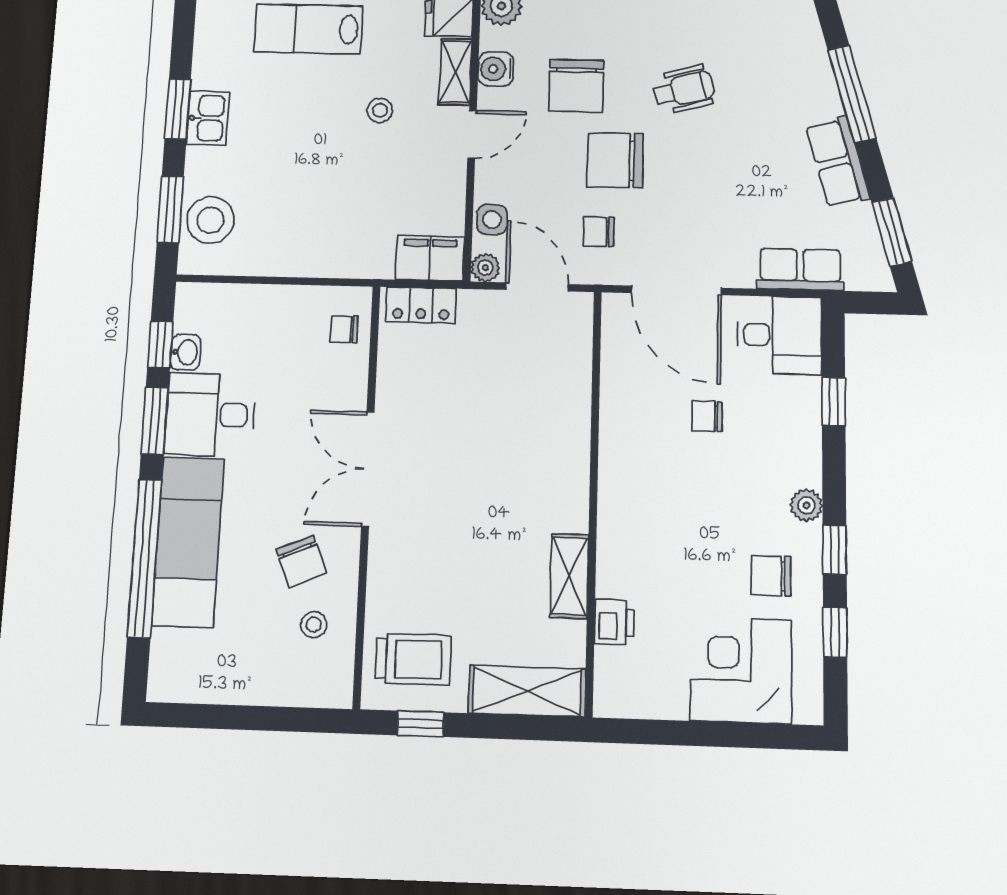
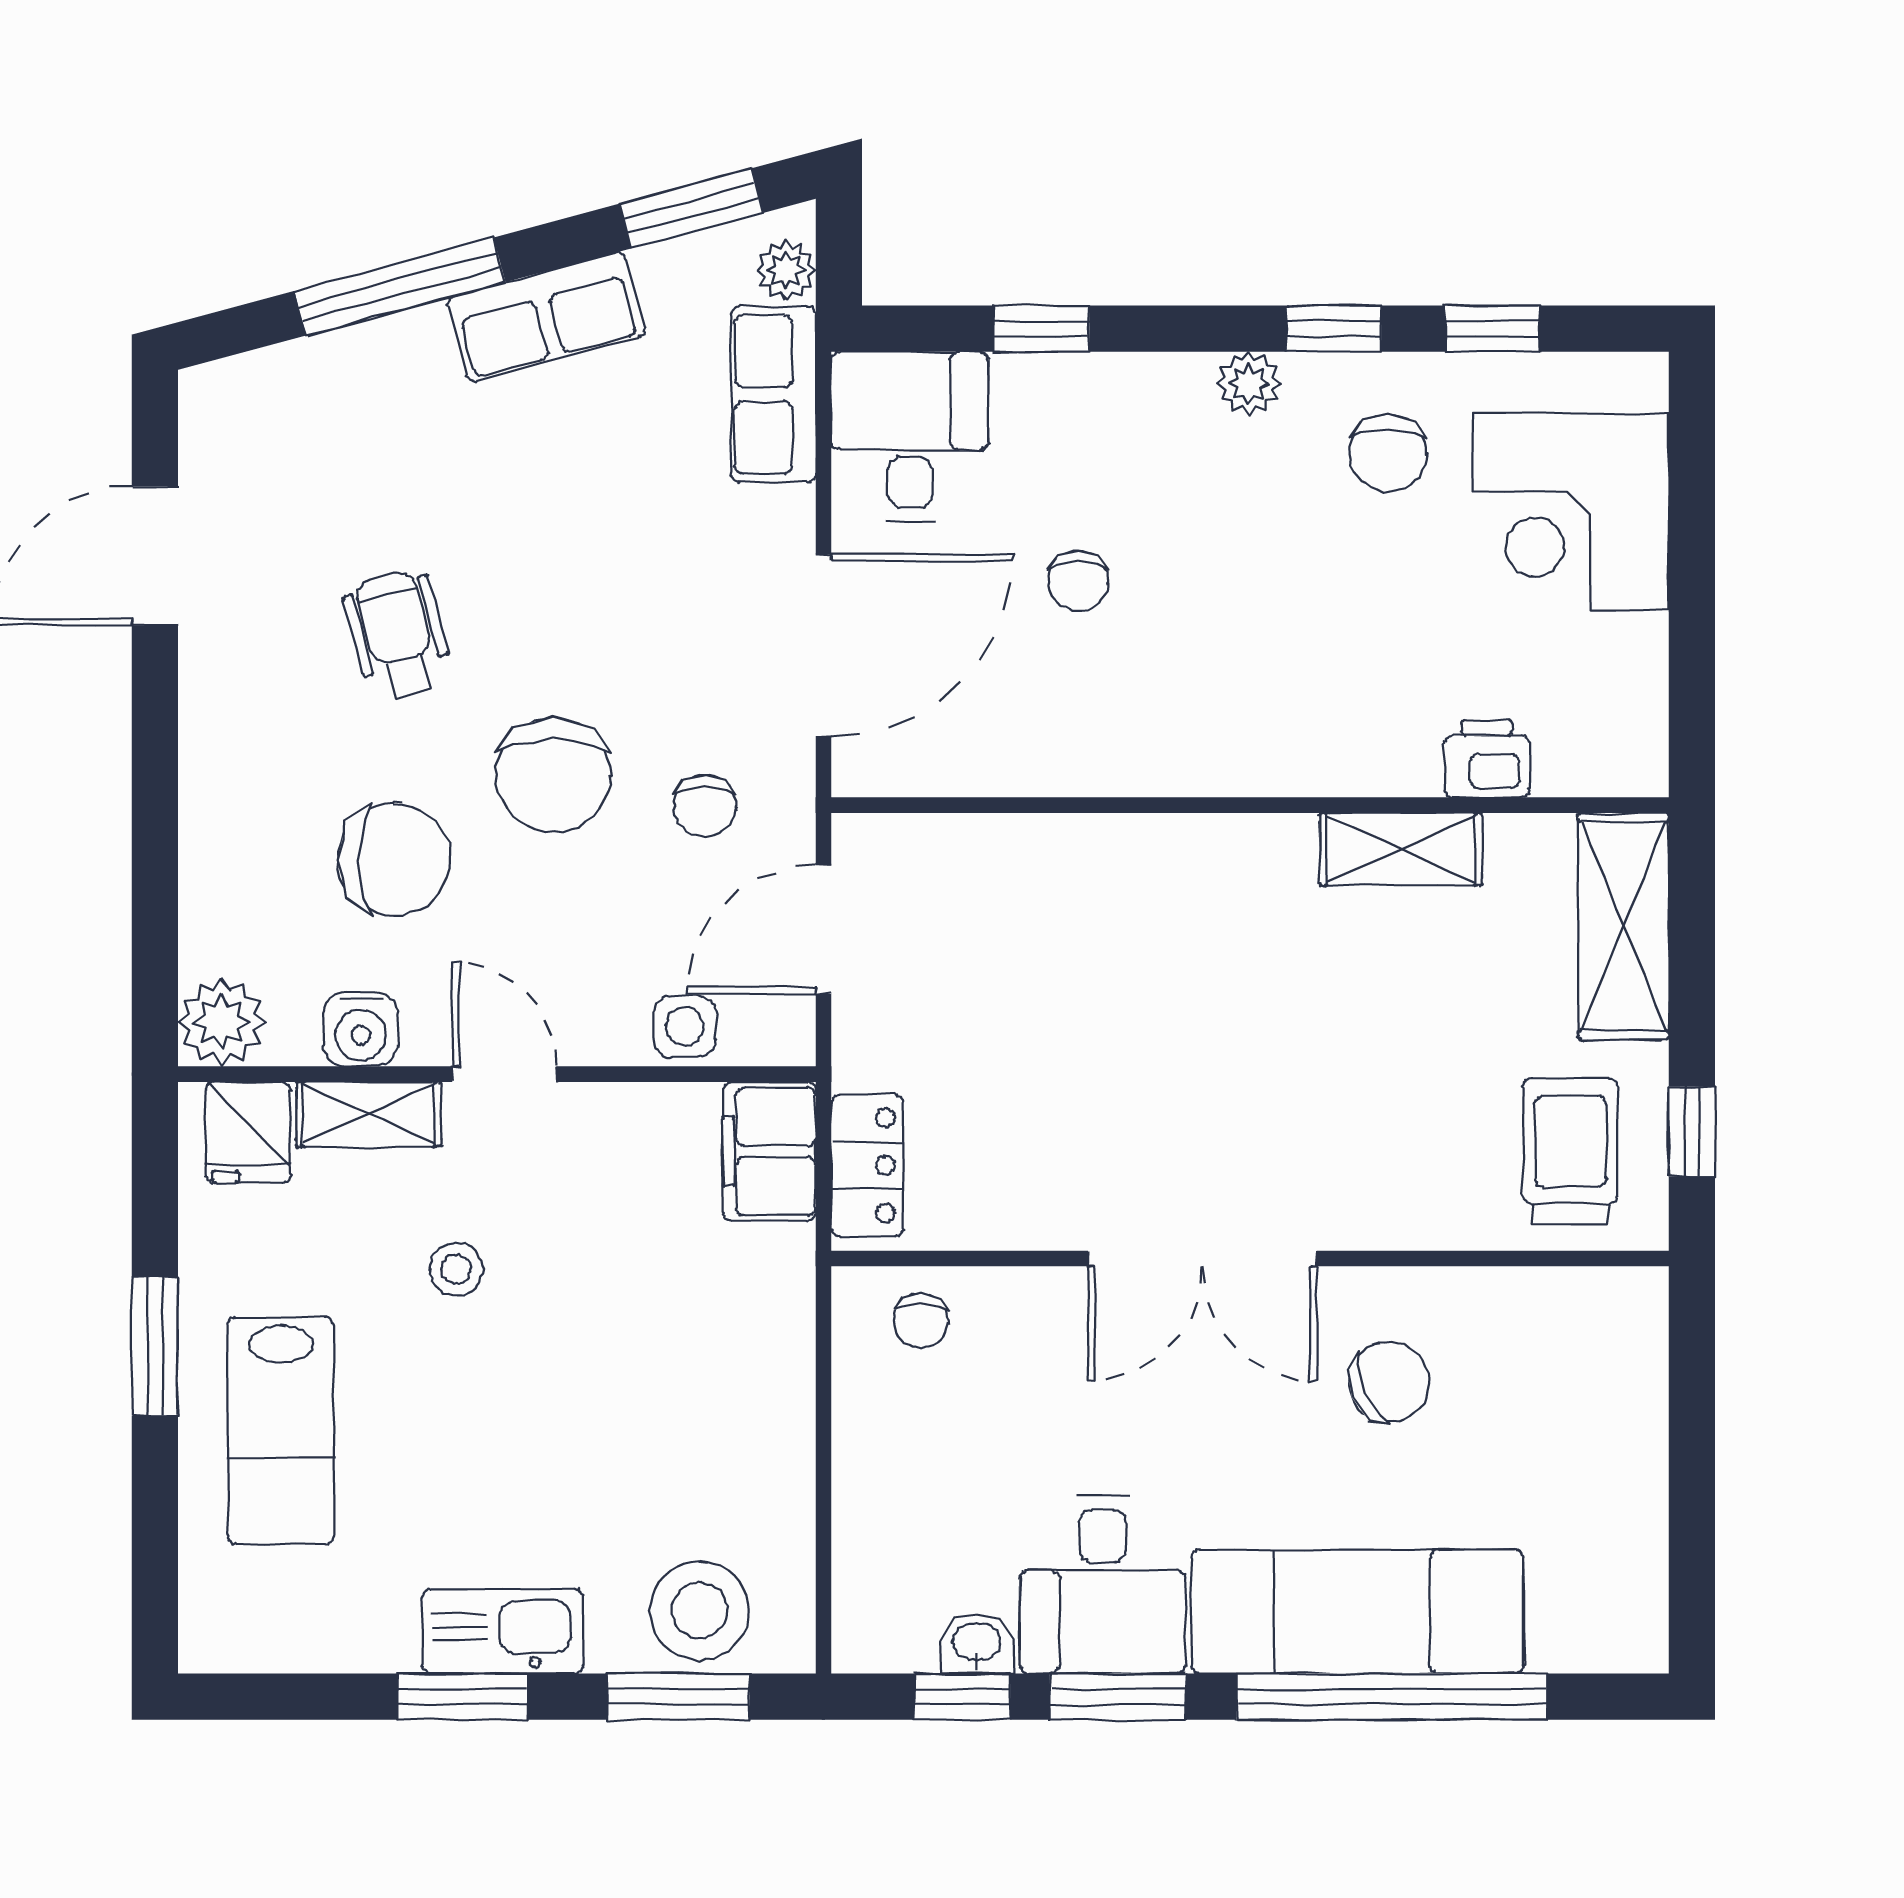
kitchen sink: (208, 118) -> (503, 1631), width x1.38
plant: (485, 268) -> (786, 270), moved
stool: (314, 625) -> (1510, 1351), removed

